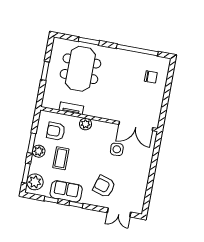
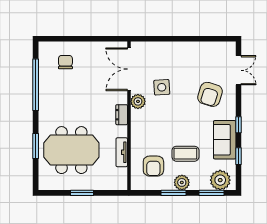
dresser: (101, 114) -> (122, 115), added
plant: (85, 124) -> (138, 101), moved
double door: (136, 126) -> (129, 69), swing flipped

